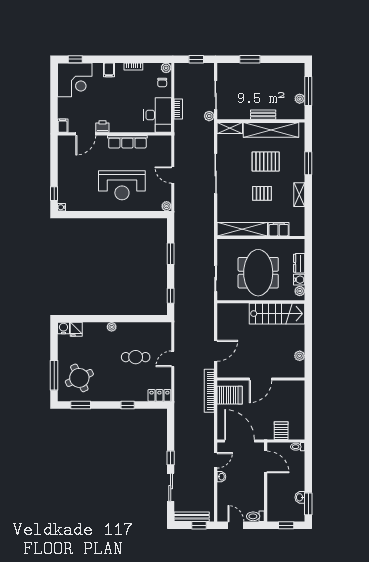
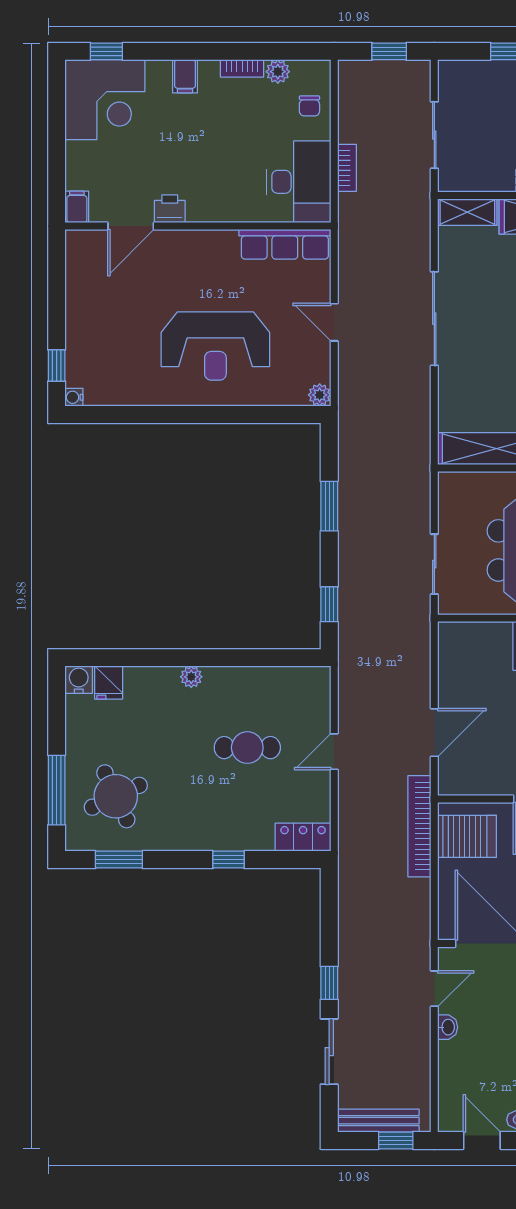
plant: (166, 68) -> (278, 72), moved
plant: (209, 116) -> (419, 184), removed
row of seats: (127, 142) -> (285, 244), moved

